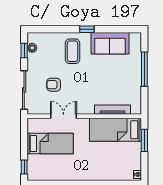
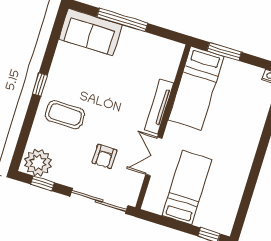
sofa: (110, 43) -> (90, 32), moved, turned 90
plant: (32, 48) -> (38, 163), width x1.87, depth x1.87
tv unit: (113, 110) -> (159, 106), moved

